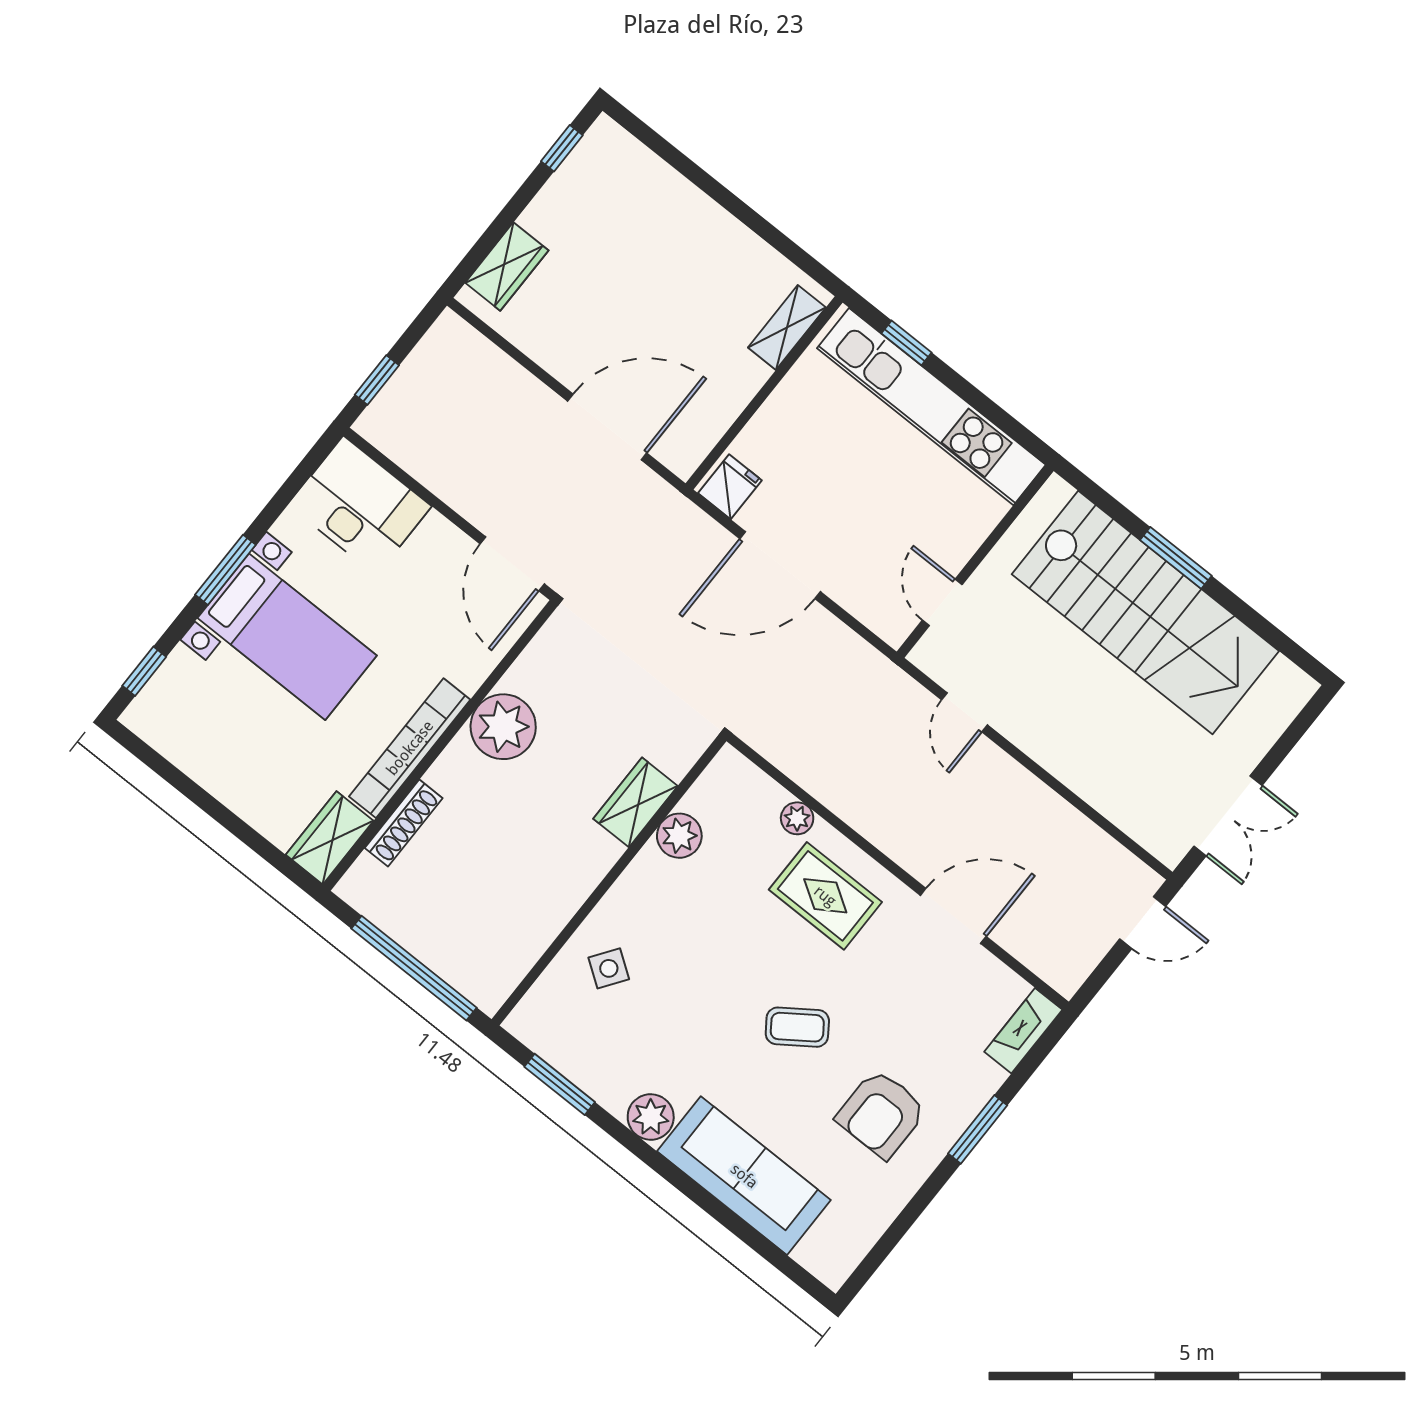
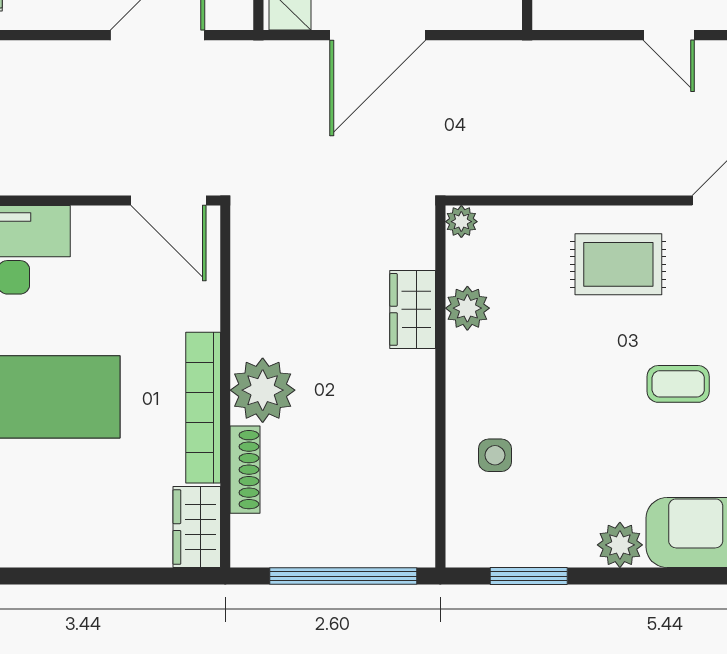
door: (964, 712) -> (669, 35), moved
plant: (503, 727) -> (263, 390), moved
plant: (797, 818) -> (461, 222), moved
side table: (609, 968) -> (495, 455), turned -35
coffee table: (797, 1027) -> (678, 384), turned 35

